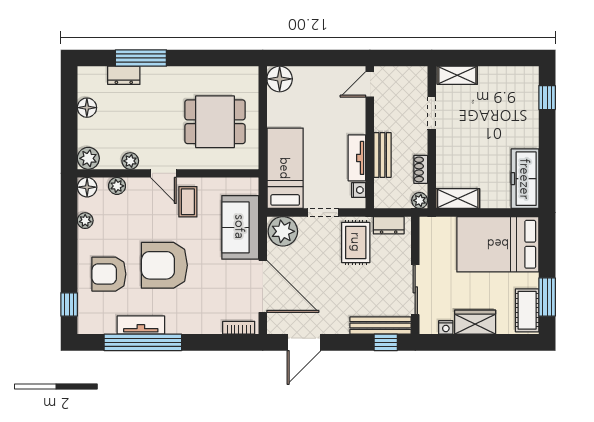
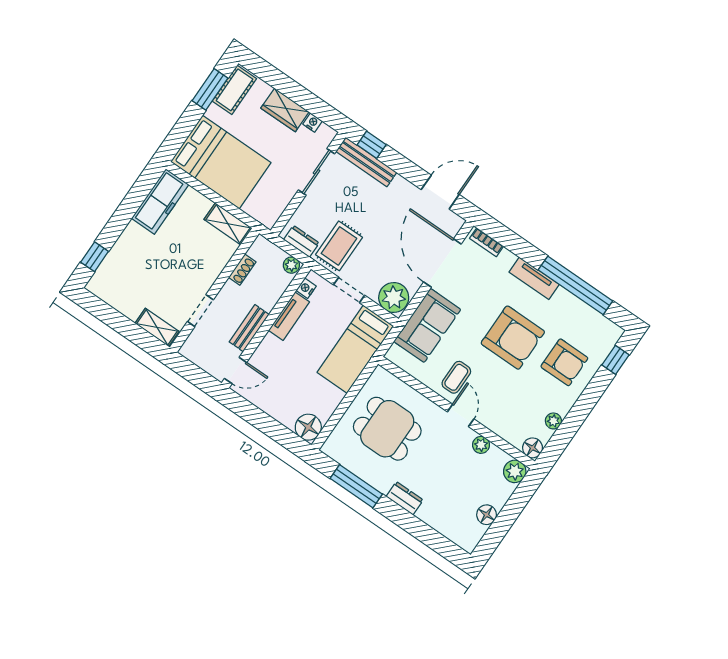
window: (141, 58) -> (356, 486), moved
dresser: (124, 75) -> (405, 498), moved
bench: (383, 155) -> (249, 328), moved
plant: (117, 186) -> (507, 432), removed
plant: (420, 200) -> (291, 265), moved
tv unit: (141, 325) -> (534, 278), moved

